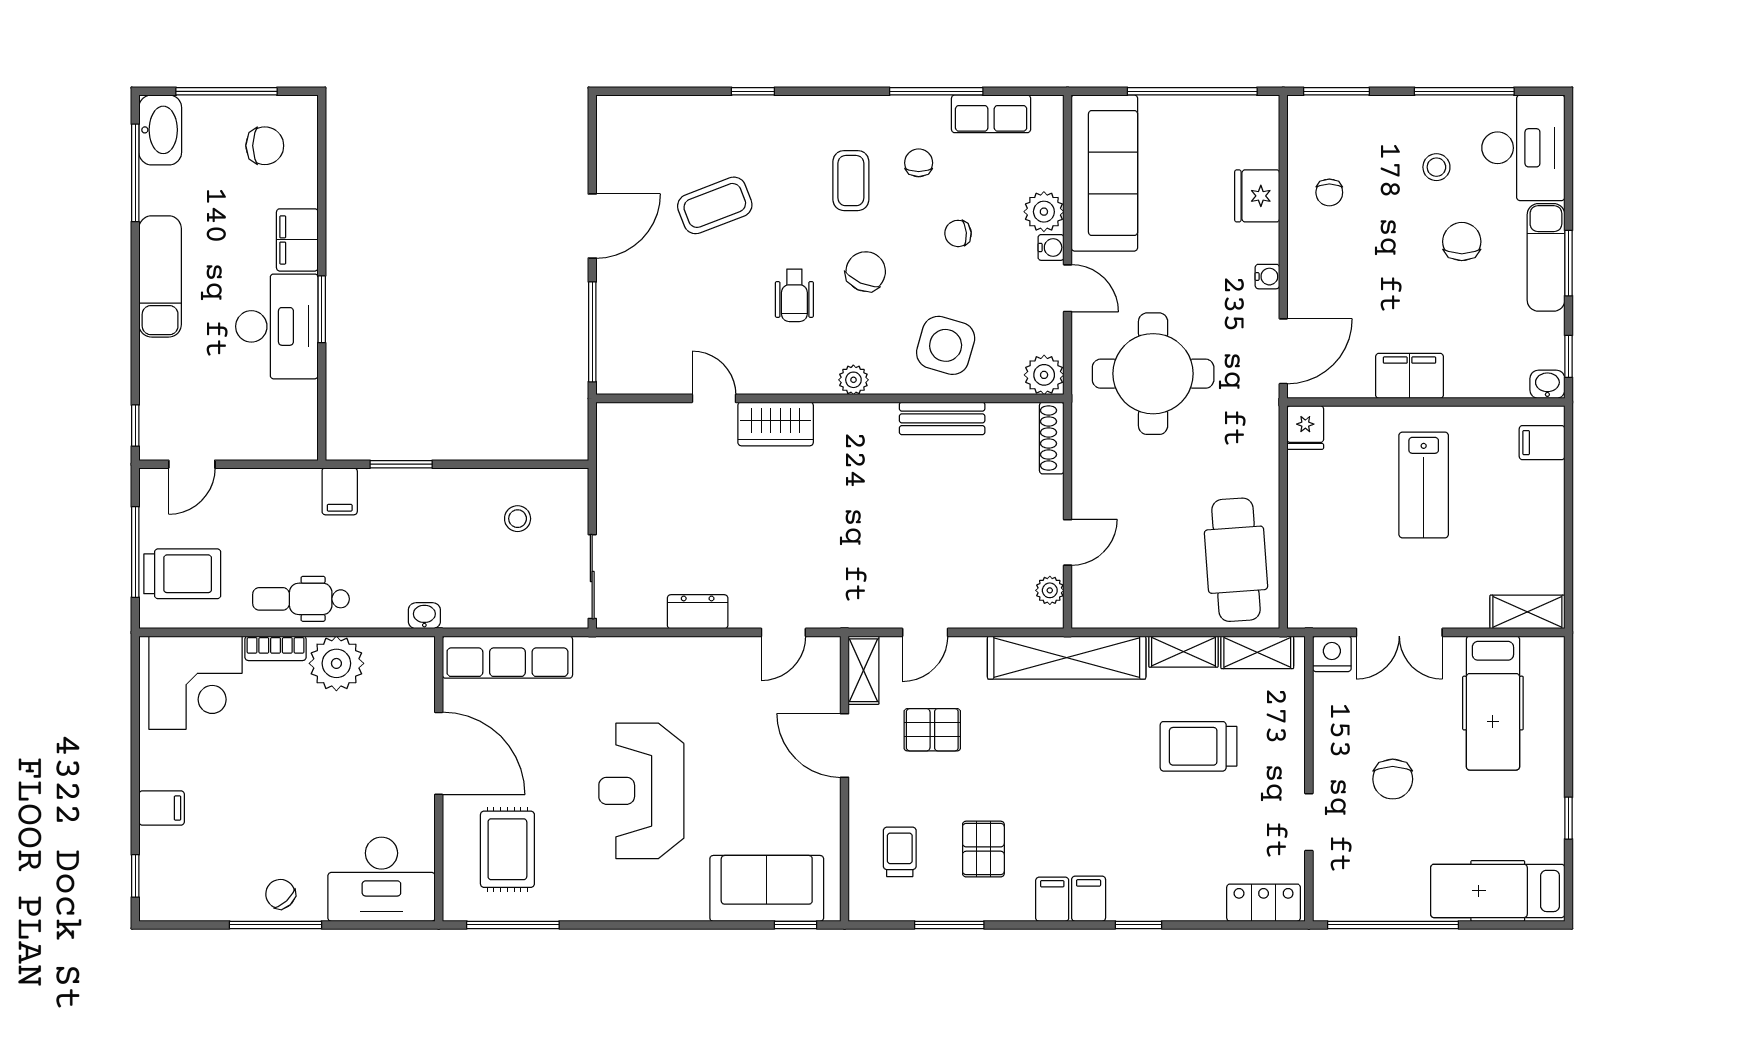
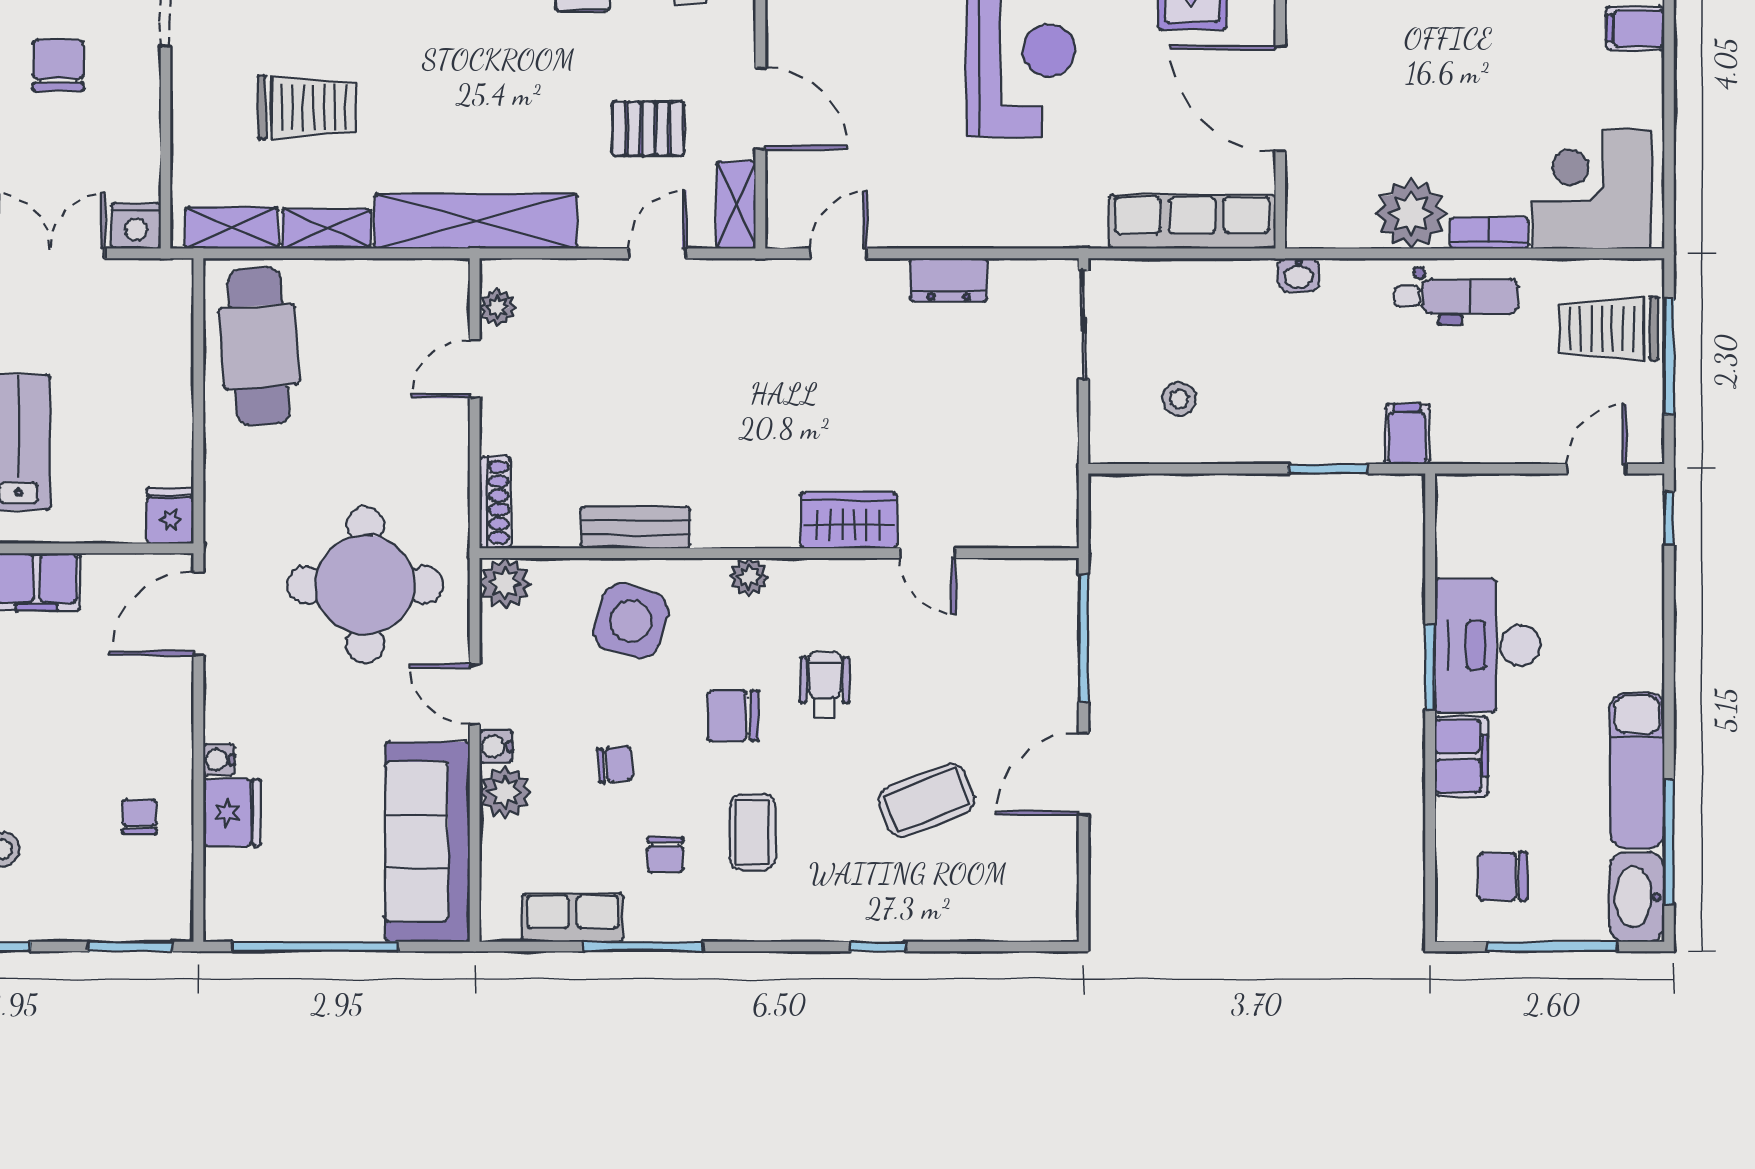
chair: (866, 272) -> (733, 716), turned 66
exam couch: (160, 276) -> (1637, 771), moved
water cooler: (1267, 277) -> (219, 760), moved

